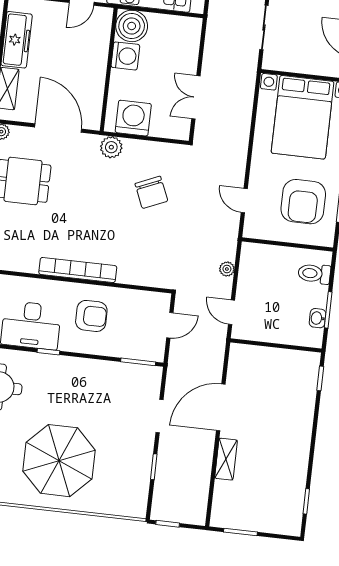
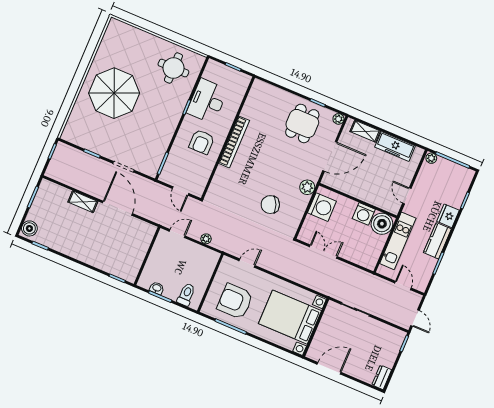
boiler: (286, 524) -> (29, 228), added

